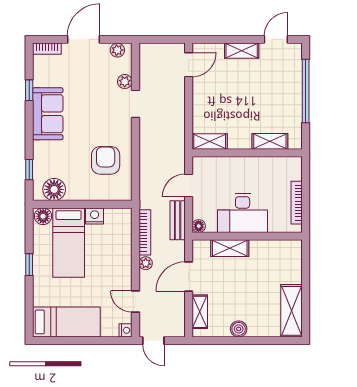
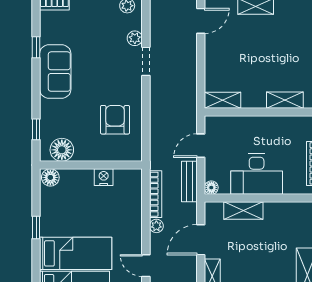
bed: (69, 243) -> (76, 253), moved, turned -90

